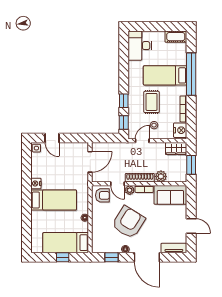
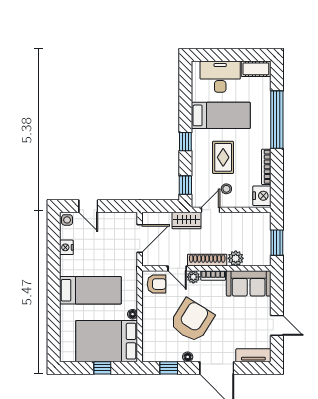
desk: (140, 46) -> (220, 77), moved, turned 90
bed: (165, 75) -> (221, 115), moved, turned 180
window: (124, 101) -> (185, 142), moved
wardrobe: (176, 149) -> (187, 221), moved
nightstand: (36, 183) -> (66, 247), moved
bed: (66, 243) -> (107, 341), width x1.50

